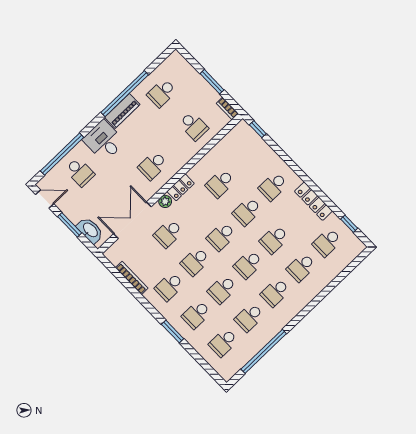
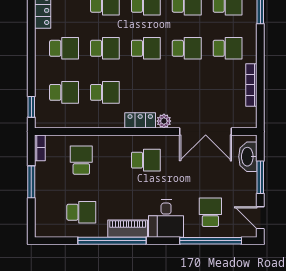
school desk: (168, 234) -> (64, 92), moved

